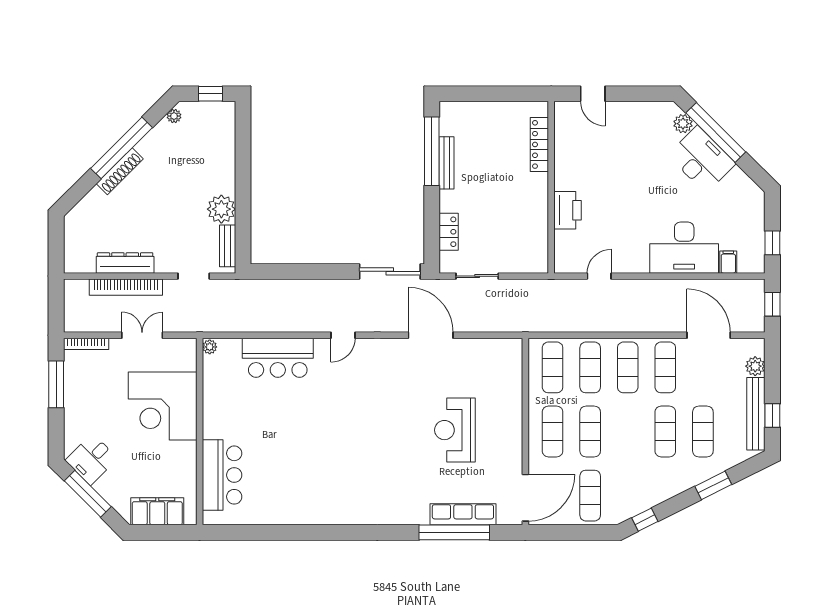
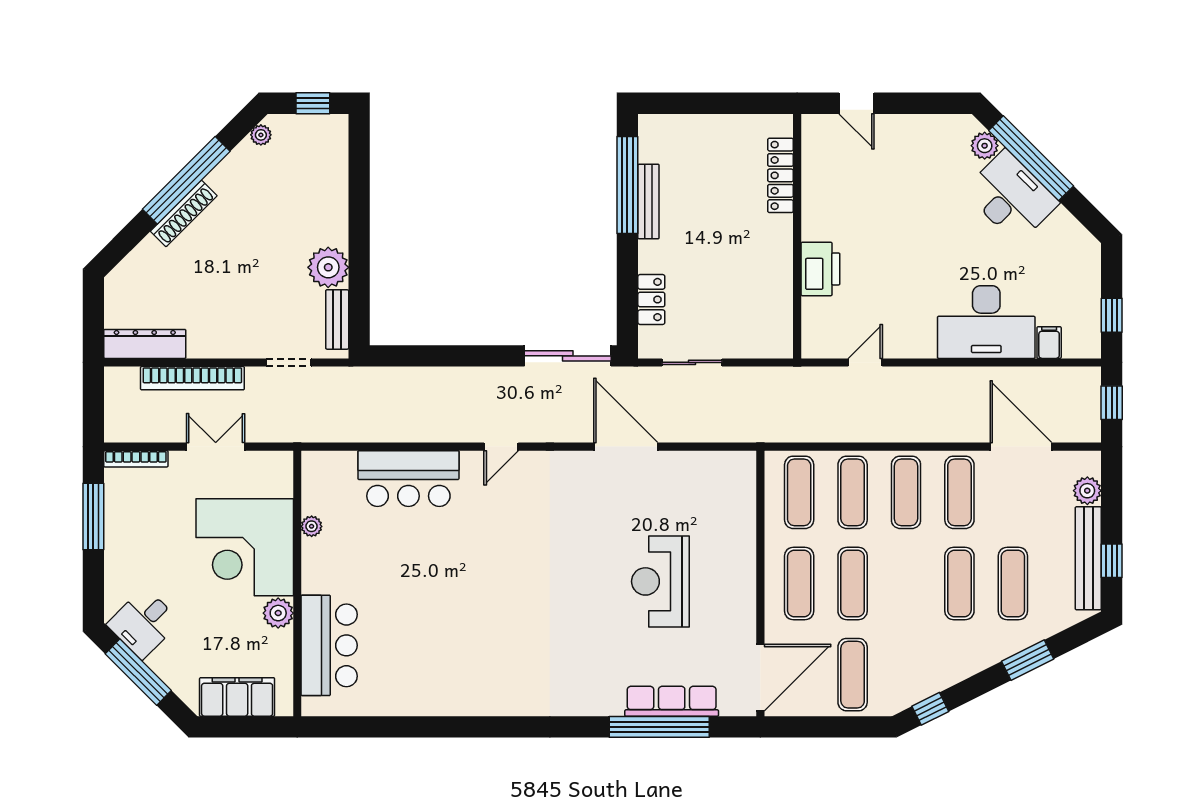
dresser: (125, 263) -> (145, 344), moved
plant: (210, 347) -> (312, 526), moved
plant: (186, 452) -> (278, 613), added

